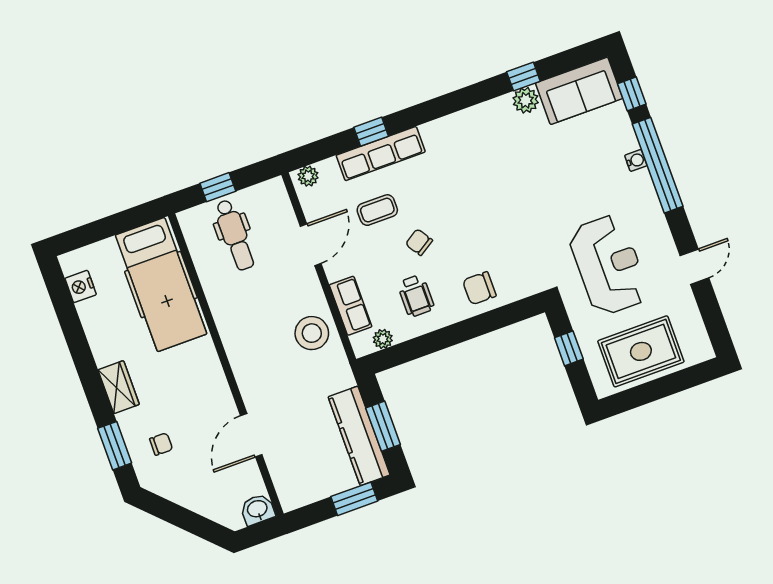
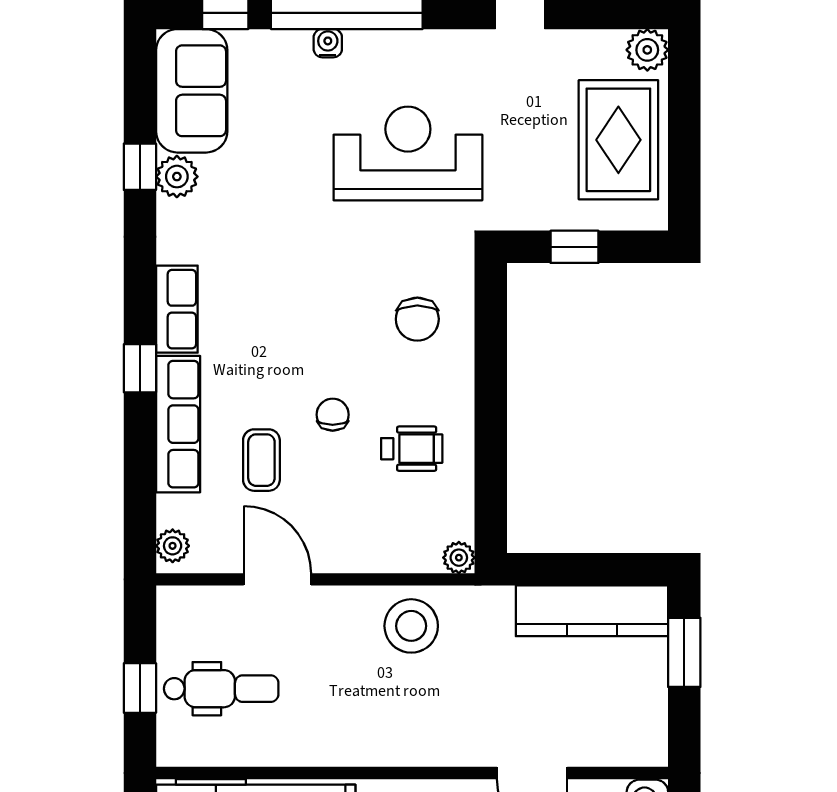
window: (371, 132) -> (140, 368), moved
chair: (419, 242) -> (333, 415), turned 123
reception desk: (609, 265) -> (408, 153), moved
chair: (479, 288) -> (417, 319), moved
row of seats: (351, 306) -> (177, 309), moved, turned 90
plant: (383, 339) -> (459, 558), moved
plant: (700, 349) -> (647, 50), added
window: (383, 426) -> (590, 569), removed

